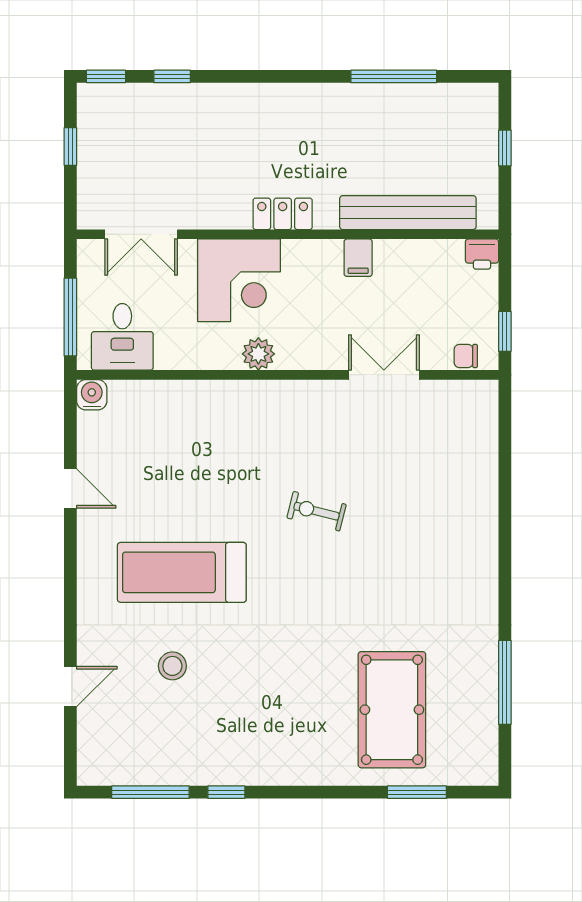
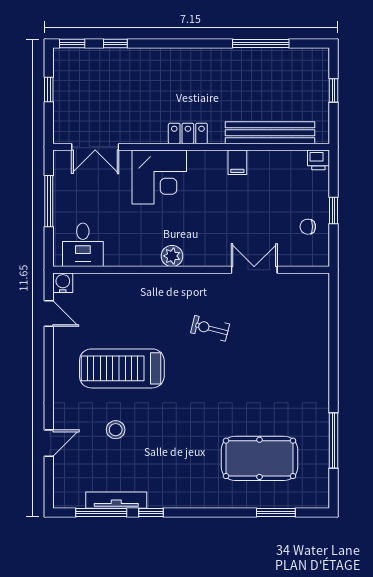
desk: (122, 337) -> (83, 245), moved
plant: (258, 354) -> (172, 256), moved
wall: (288, 375) -> (191, 270), moved
double door: (384, 375) -> (254, 270), moved
water cooler: (92, 395) -> (63, 283), moved
pool table: (392, 710) -> (259, 458), turned 90
tv unit: (173, 773) -> (116, 500), added

